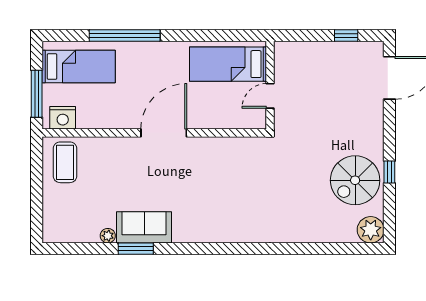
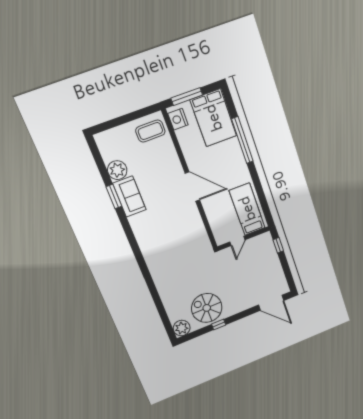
window: (346, 35) -> (278, 245), moved
bed: (79, 66) -> (213, 118), width x1.50
door: (270, 96) -> (237, 241), swing flipped
plant: (108, 236) -> (117, 170), width x1.88, depth x1.88

